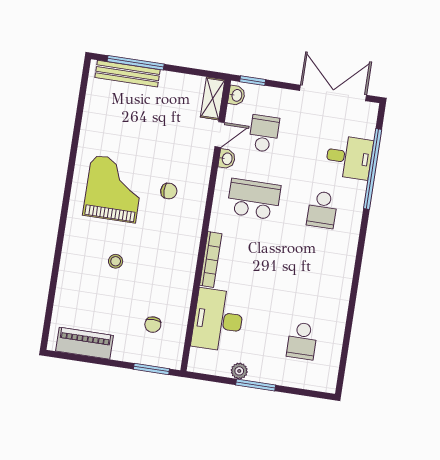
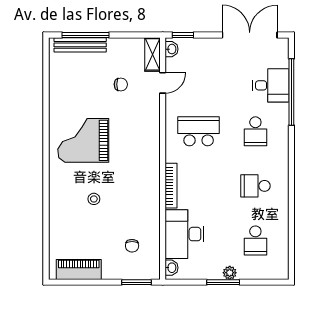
school desk: (264, 134) -> (255, 186), moved, turned -90
washbasin: (227, 159) -> (171, 268), moved
grand piano: (114, 189) -> (83, 140), turned -90
chair: (169, 191) -> (121, 84), moved
plant: (239, 371) -> (230, 273), moved

